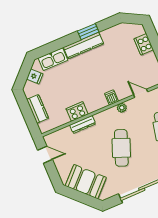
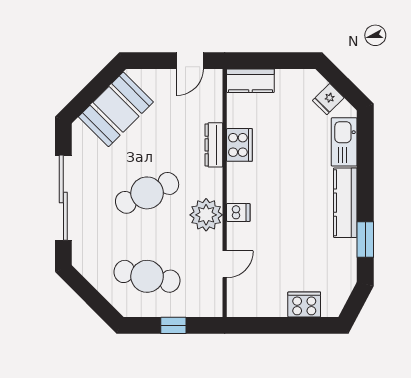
window: (88, 32) -> (365, 240), moved
plant: (122, 108) -> (206, 215), width x1.87, depth x1.87
kitchen counter: (38, 109) -> (250, 81), moved
cafe table: (121, 148) -> (147, 193), turned -45

